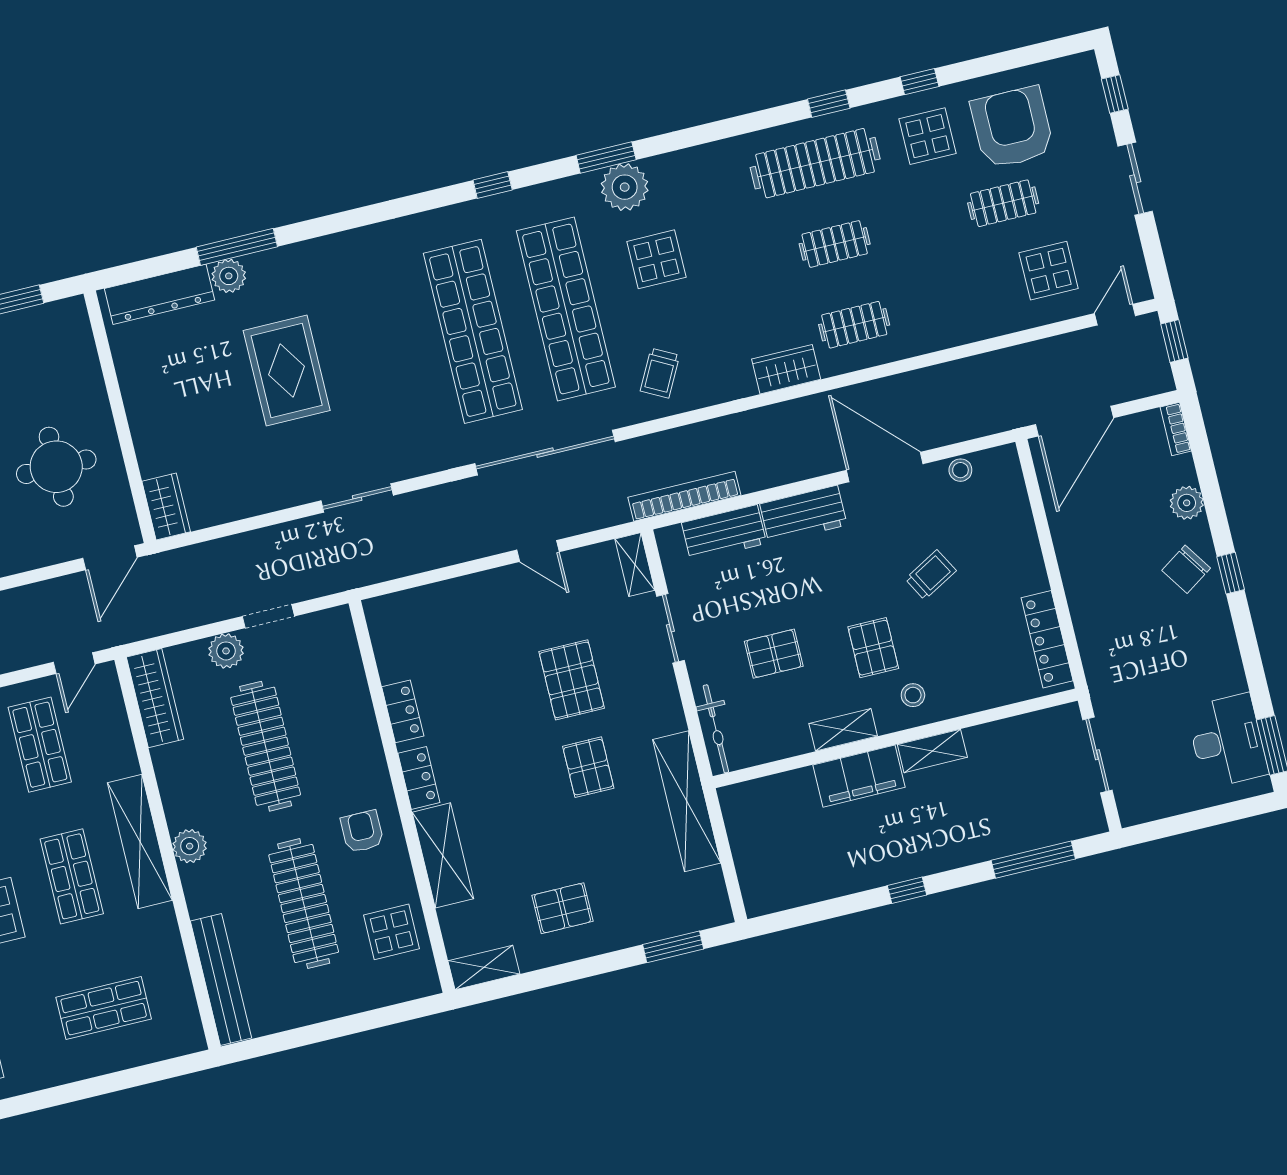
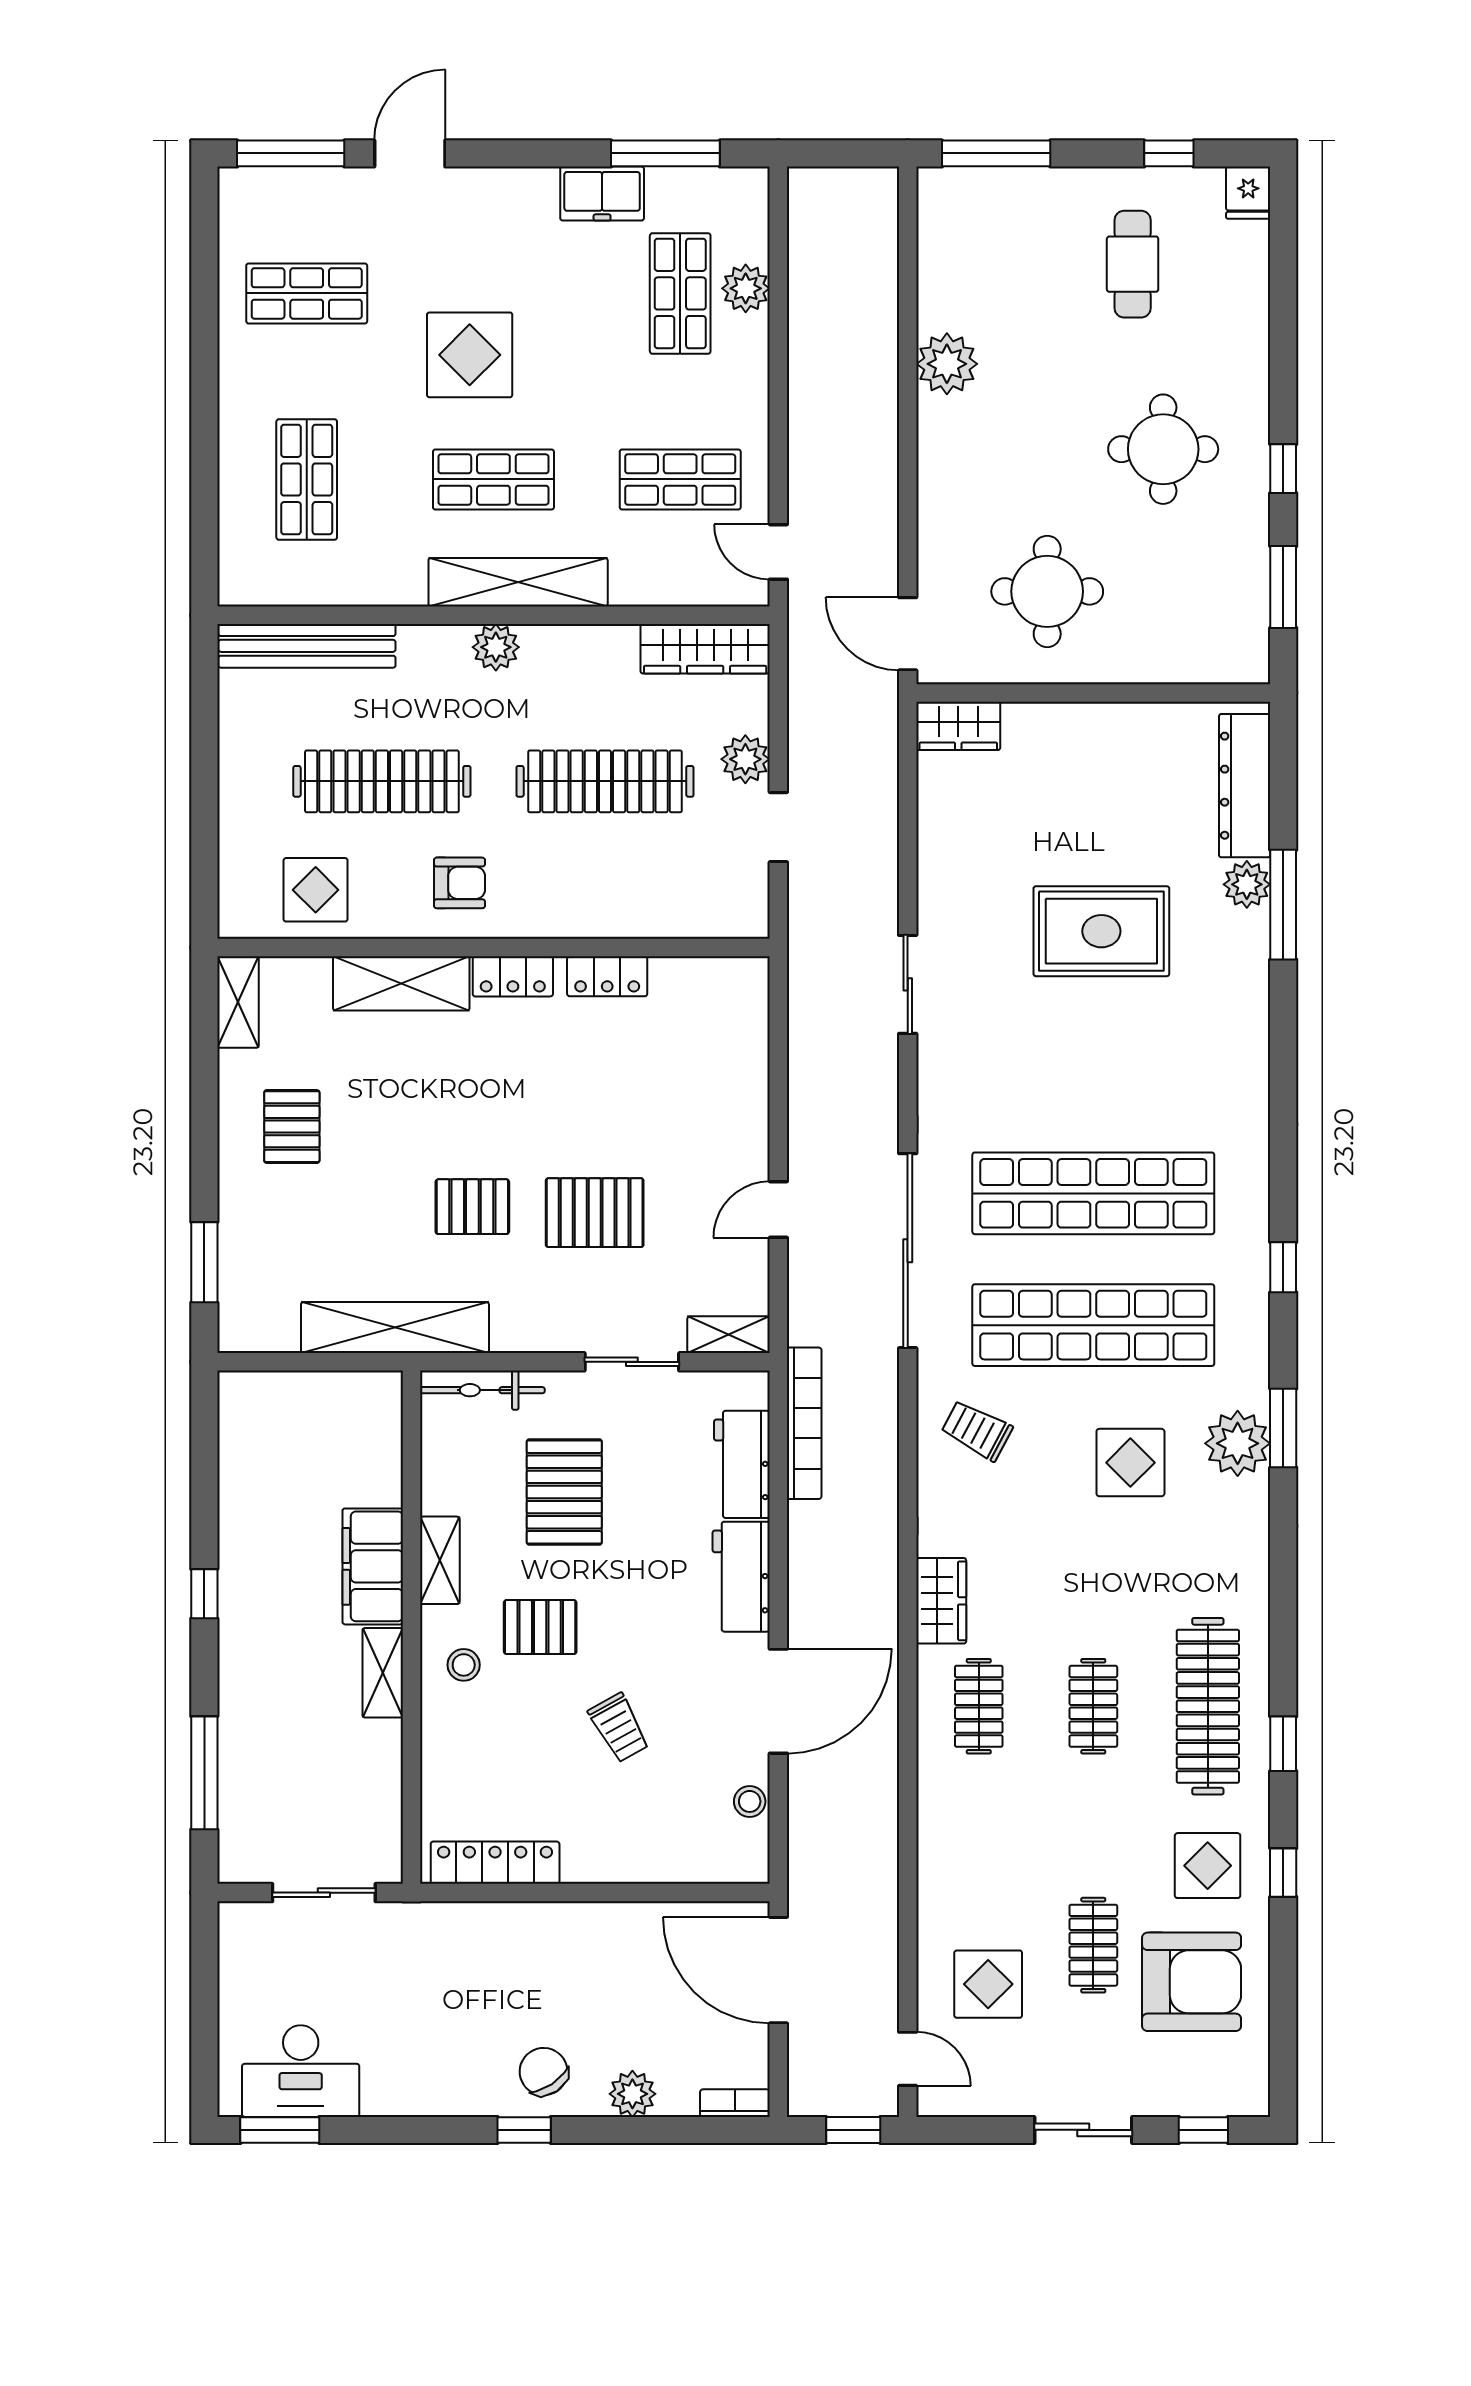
pallet: (774, 654) -> (564, 1492), width x1.50, depth x1.42

